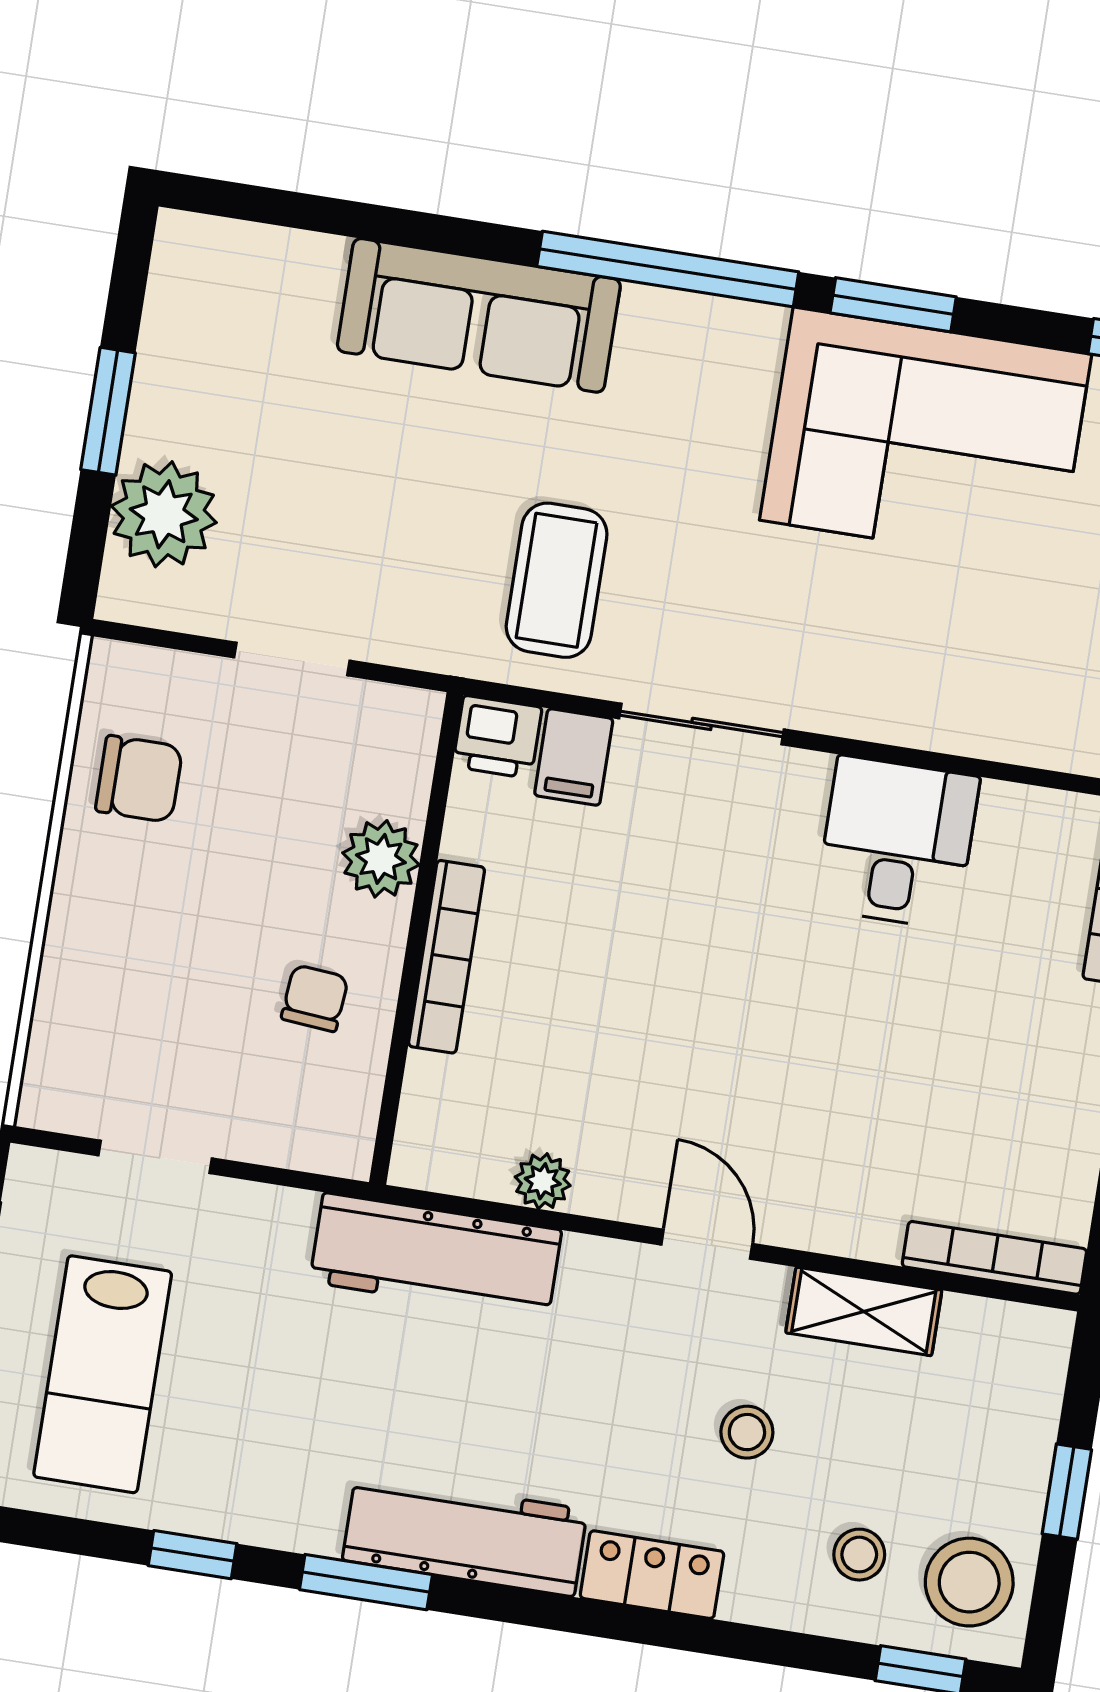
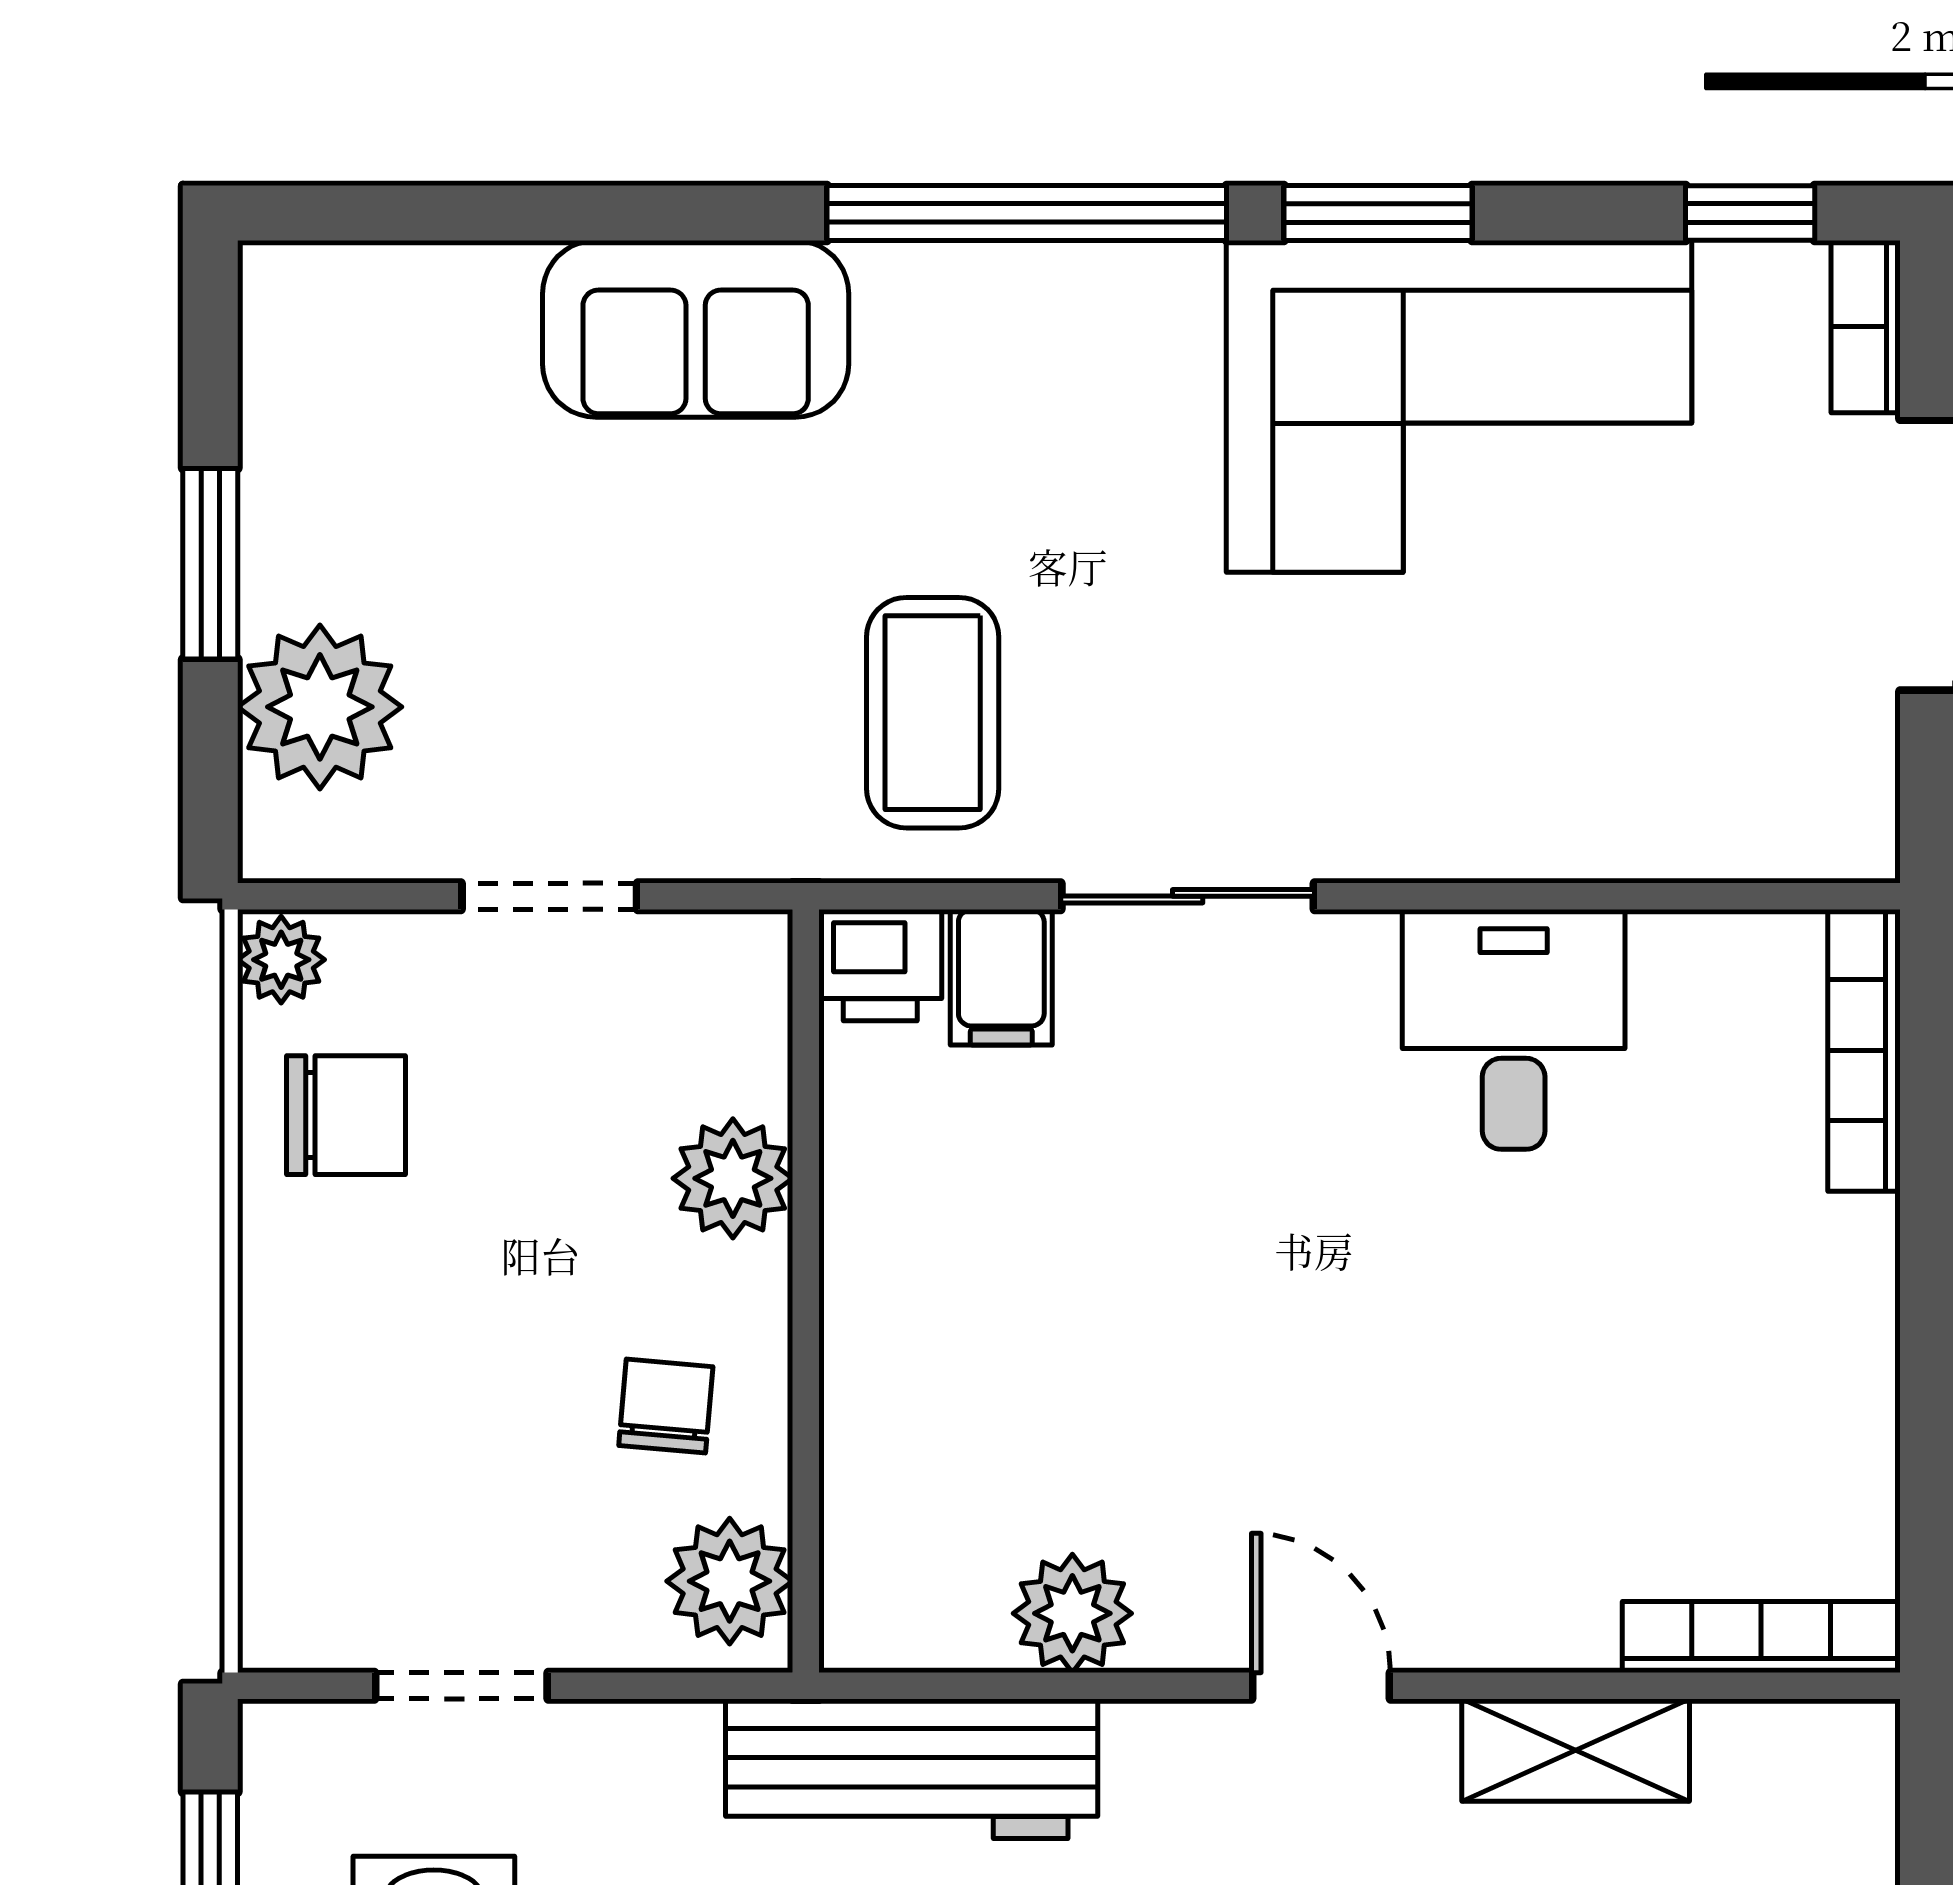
sofa: (479, 315) -> (696, 329), width x0.73
plant: (113, 673) -> (281, 960), added
bookcase: (447, 957) -> (856, 1311), removed
plant: (338, 1117) -> (730, 1581), added
plant: (543, 1181) -> (1072, 1613), width x1.38, depth x1.38

